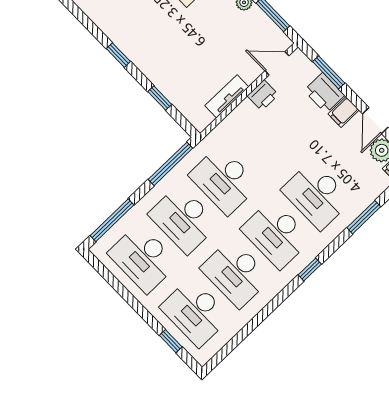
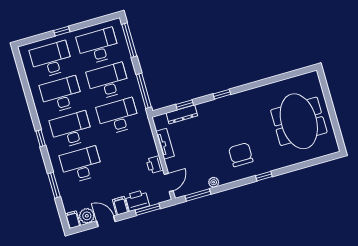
dresser: (175, 95) -> (182, 114), added
window: (171, 341) -> (62, 31), moved

